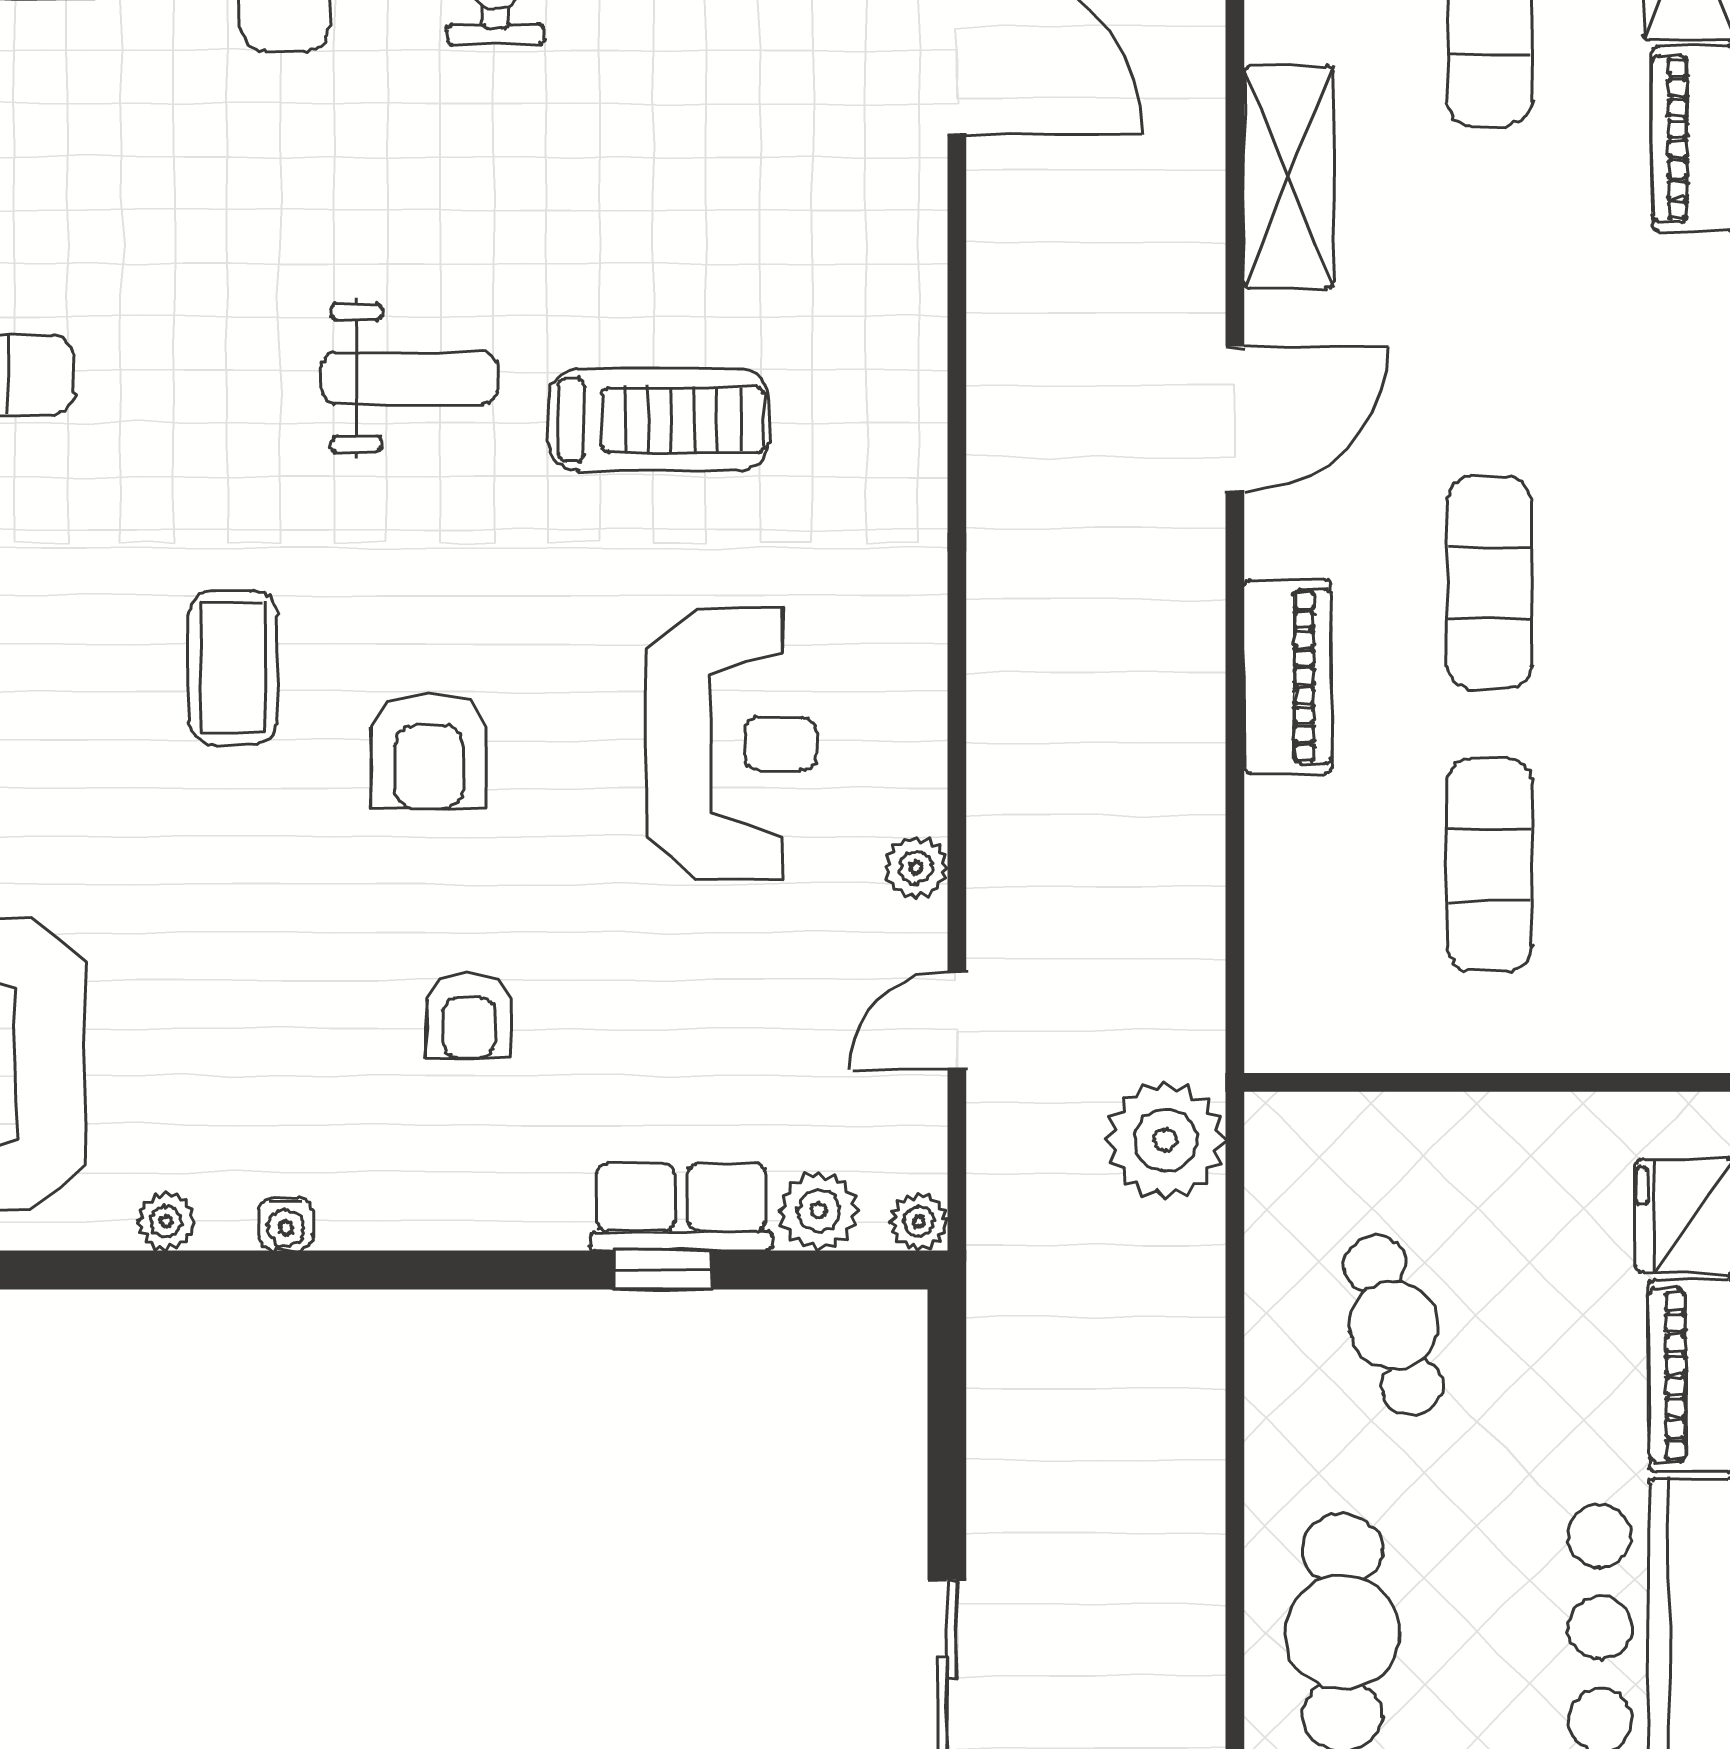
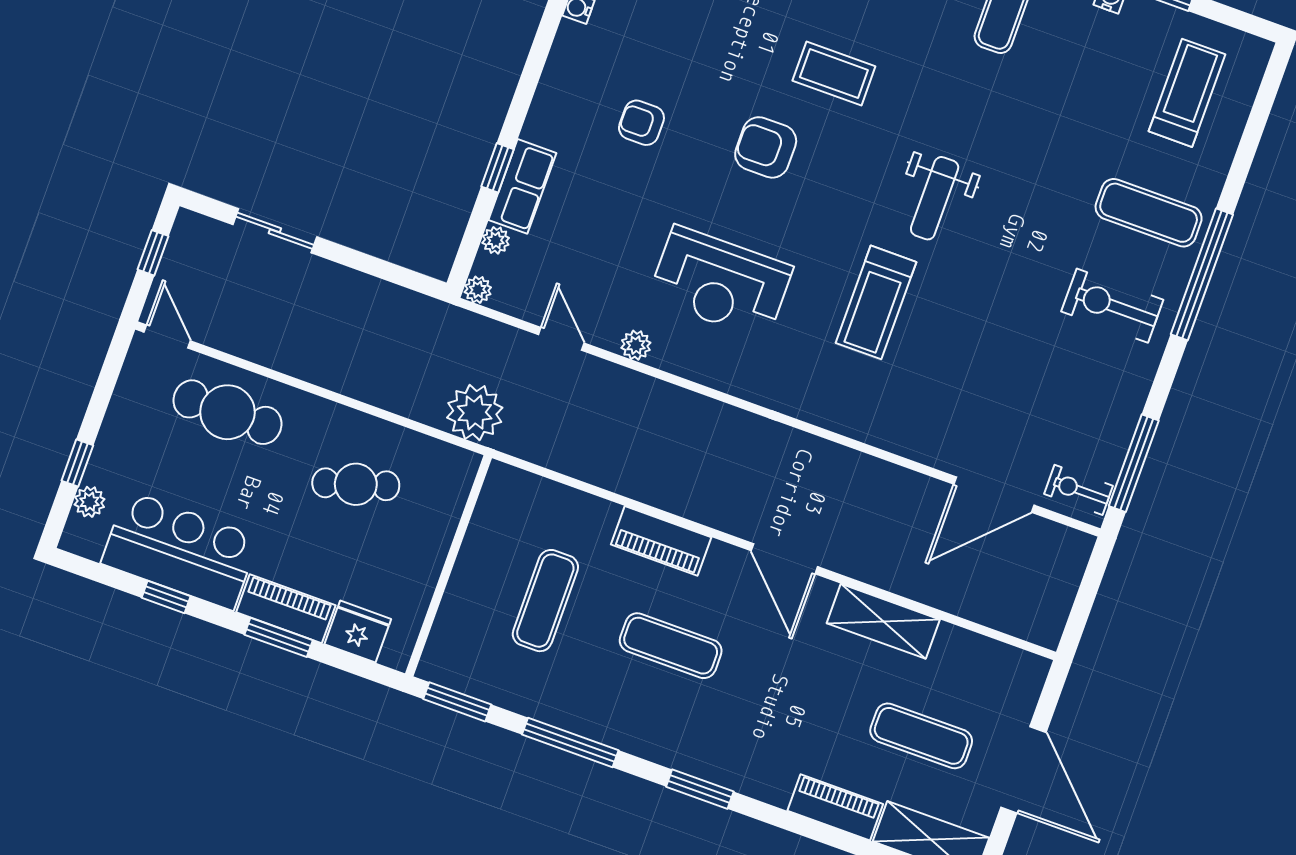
exercise mat: (1489, 865) -> (545, 601), turned 90
plant: (819, 1211) -> (496, 240), width x0.73, depth x0.73

